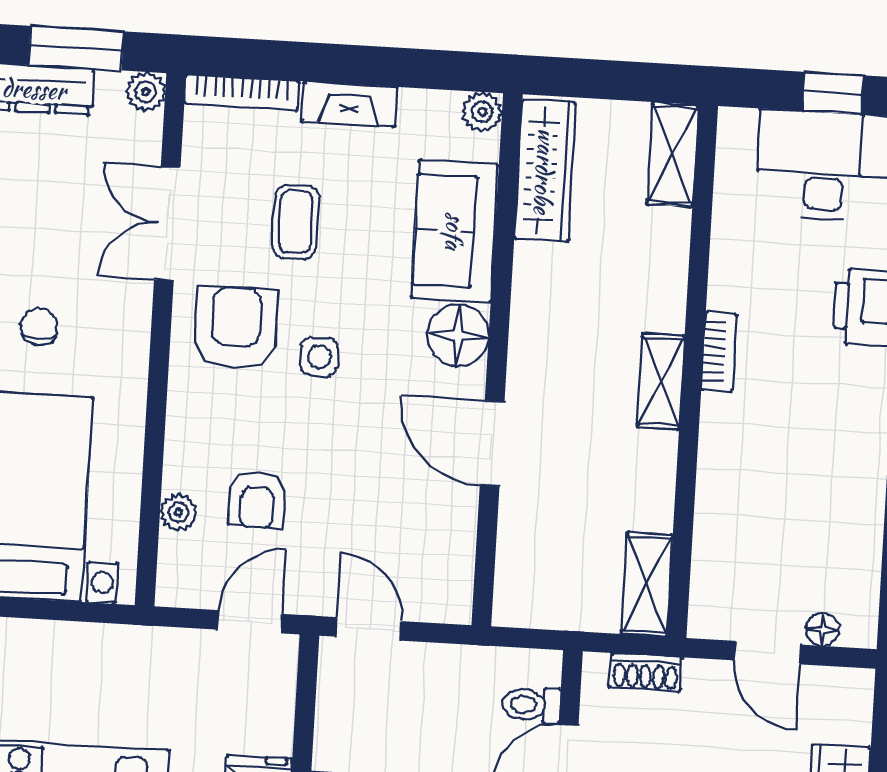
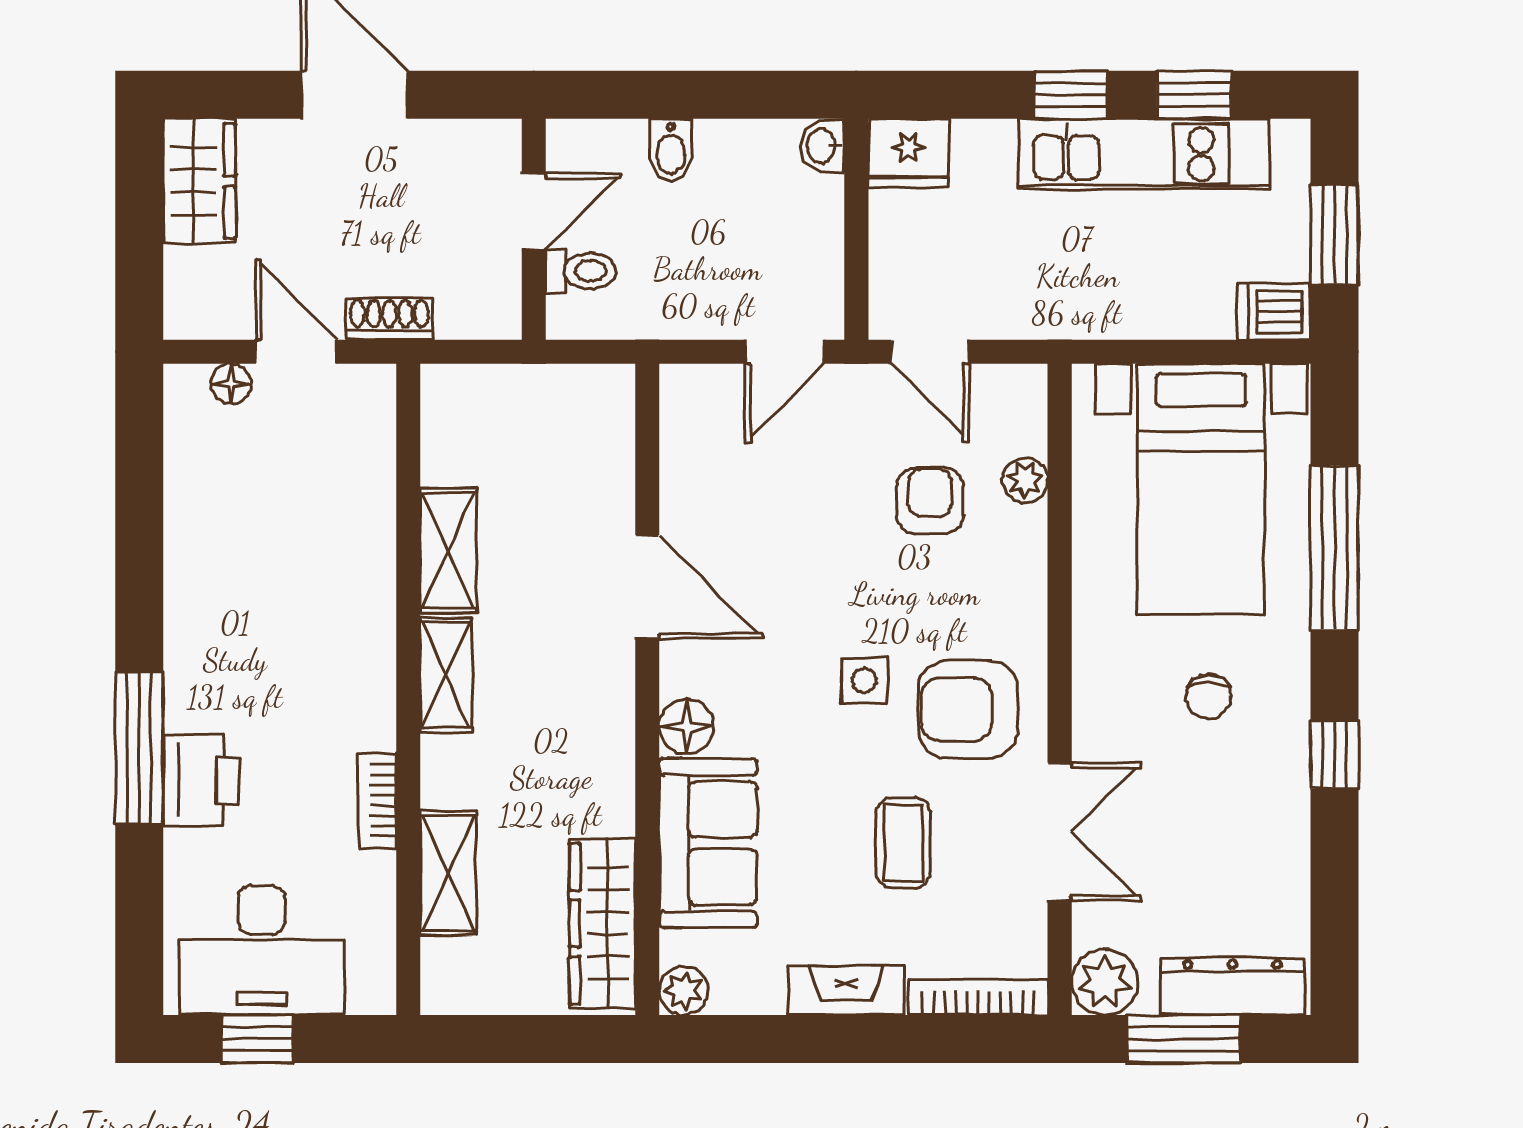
plant: (146, 92) -> (1105, 982), width x1.38, depth x1.38
shelving: (672, 154) -> (448, 873), moved
armchair: (236, 328) -> (968, 709), turned 90
floor lamp: (458, 335) -> (687, 726), width x0.73, depth x0.73
bookcase: (719, 352) -> (377, 801), moved
shelving: (647, 585) -> (448, 550), moved
door: (250, 622) -> (930, 352), hinge flipped
door: (369, 629) -> (785, 352), hinge flipped
shoe rack: (646, 672) -> (389, 319), moved

